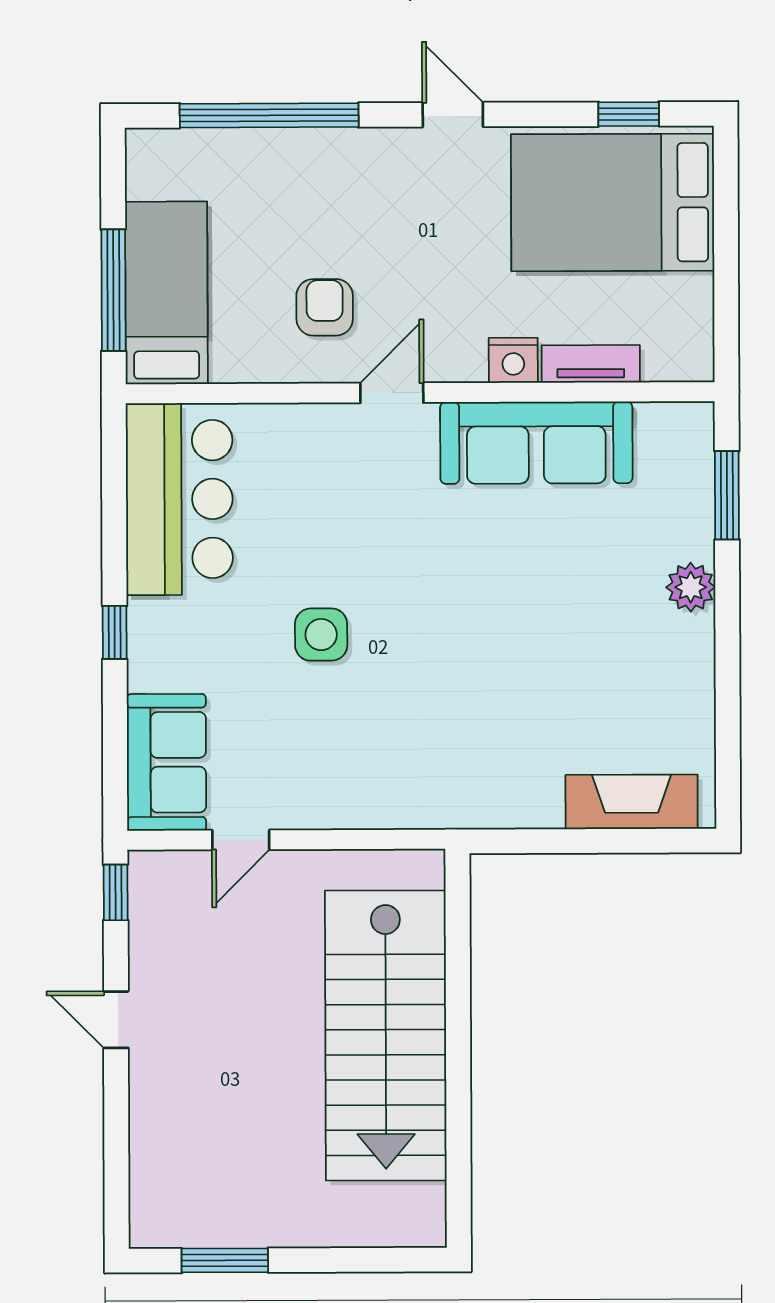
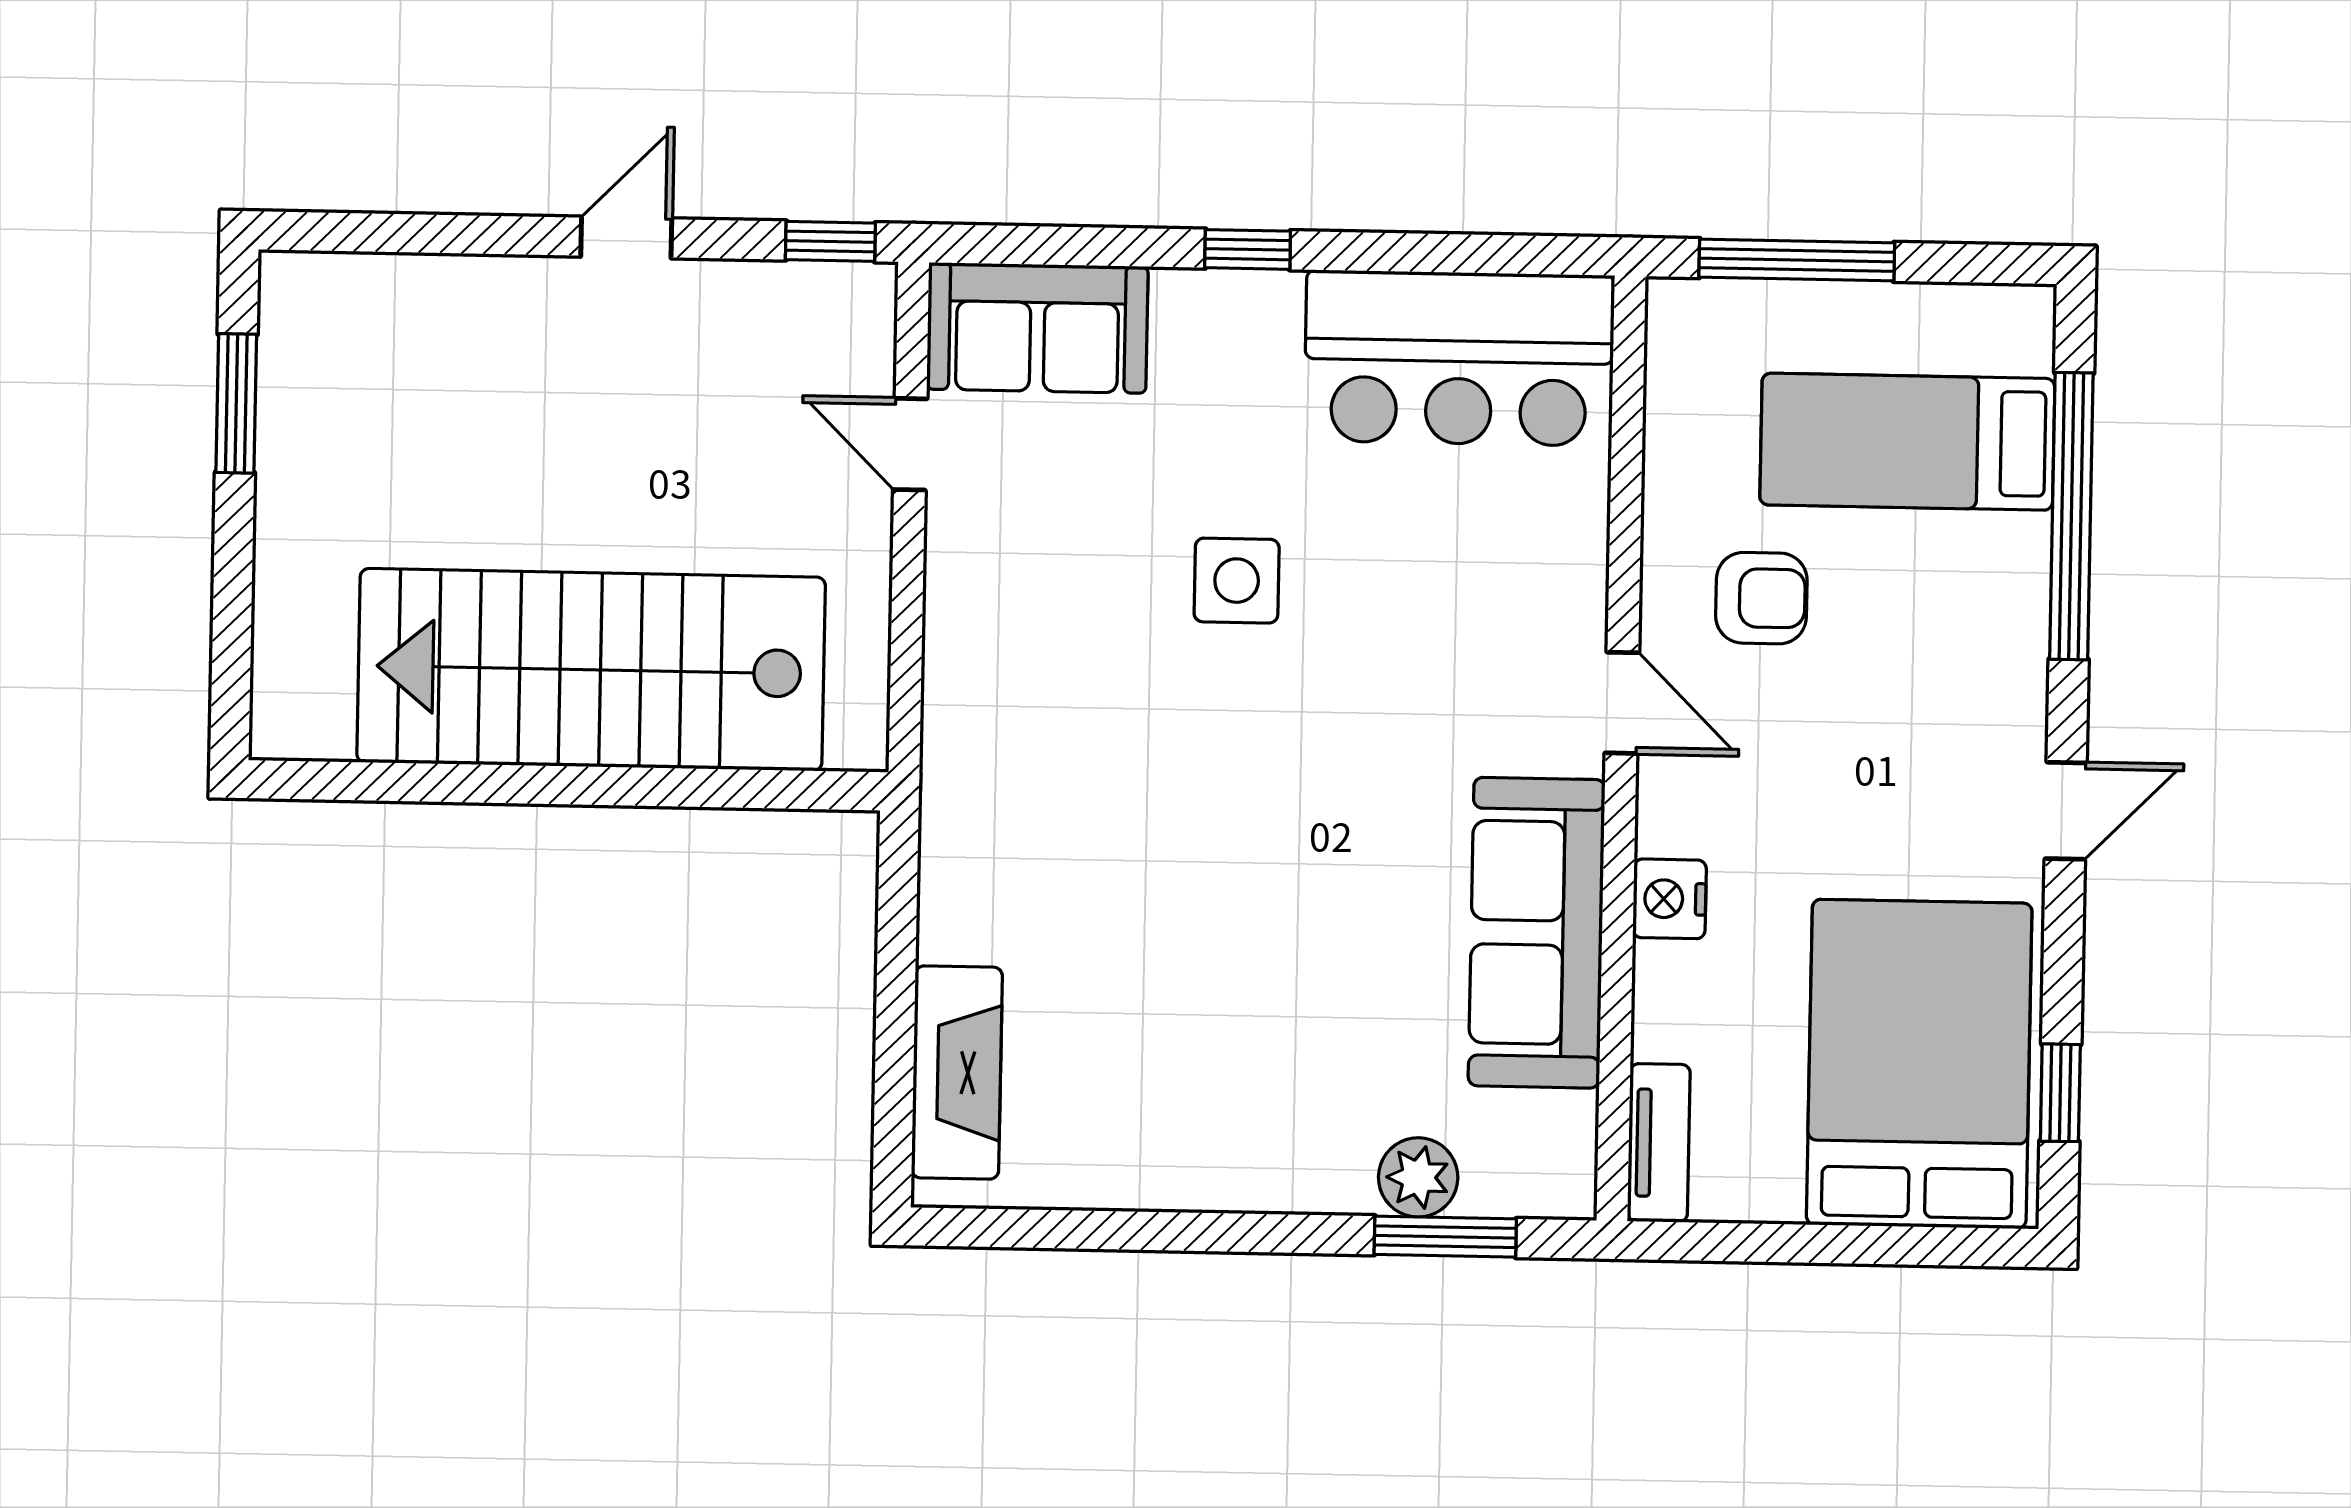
bed: (166, 293) -> (1907, 442), moved, turned 180
tv unit: (591, 364) -> (1659, 1143), moved
plant: (691, 587) -> (1418, 1177), moved

